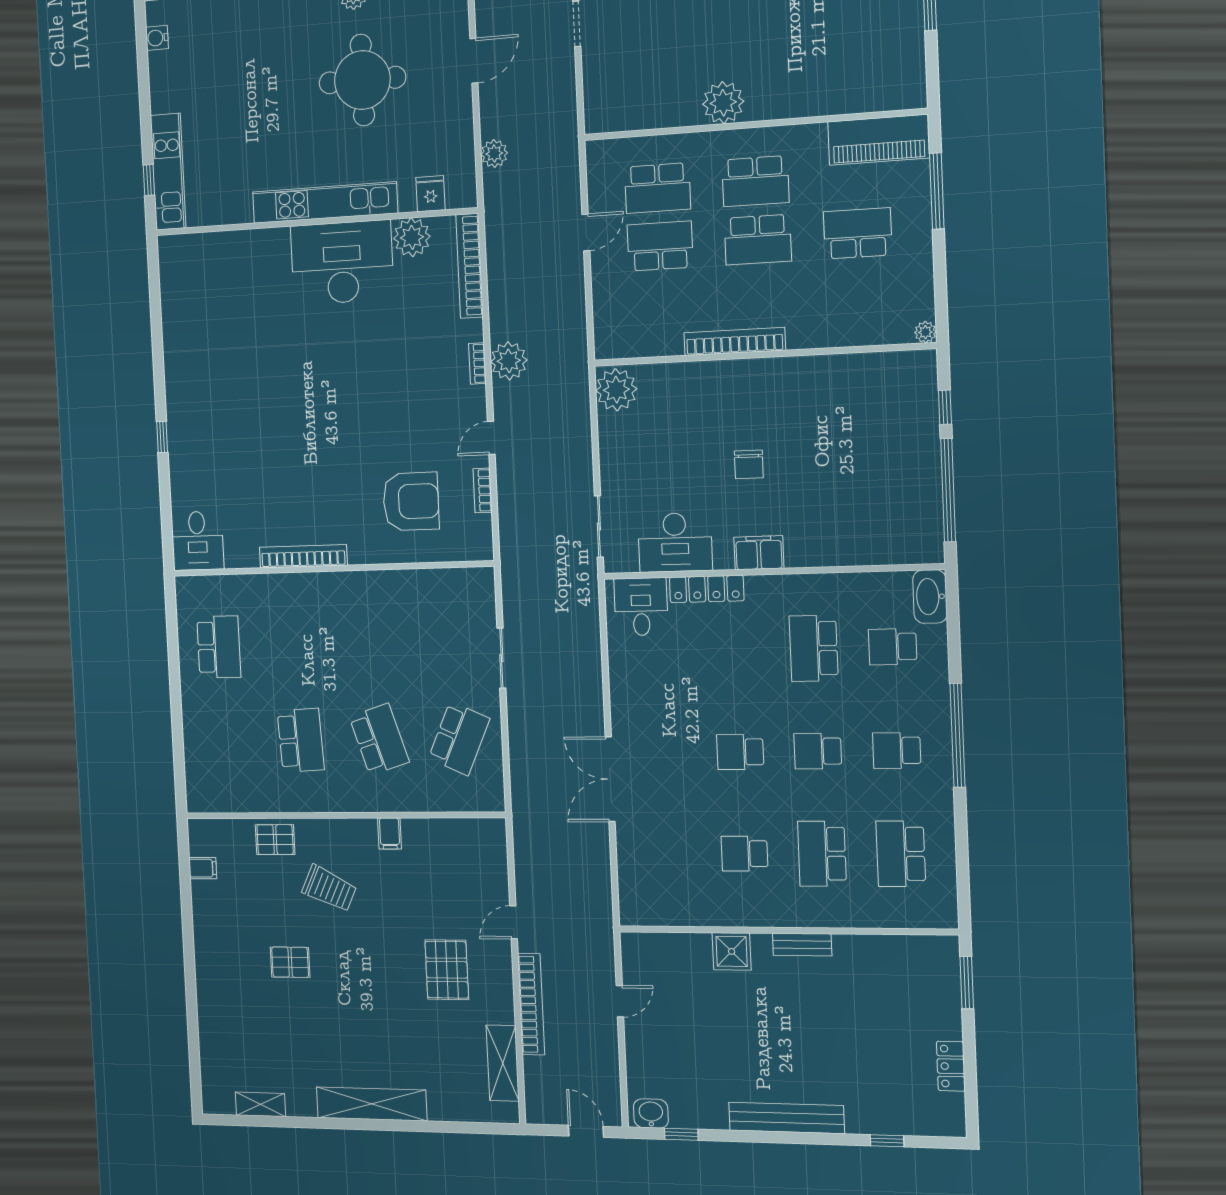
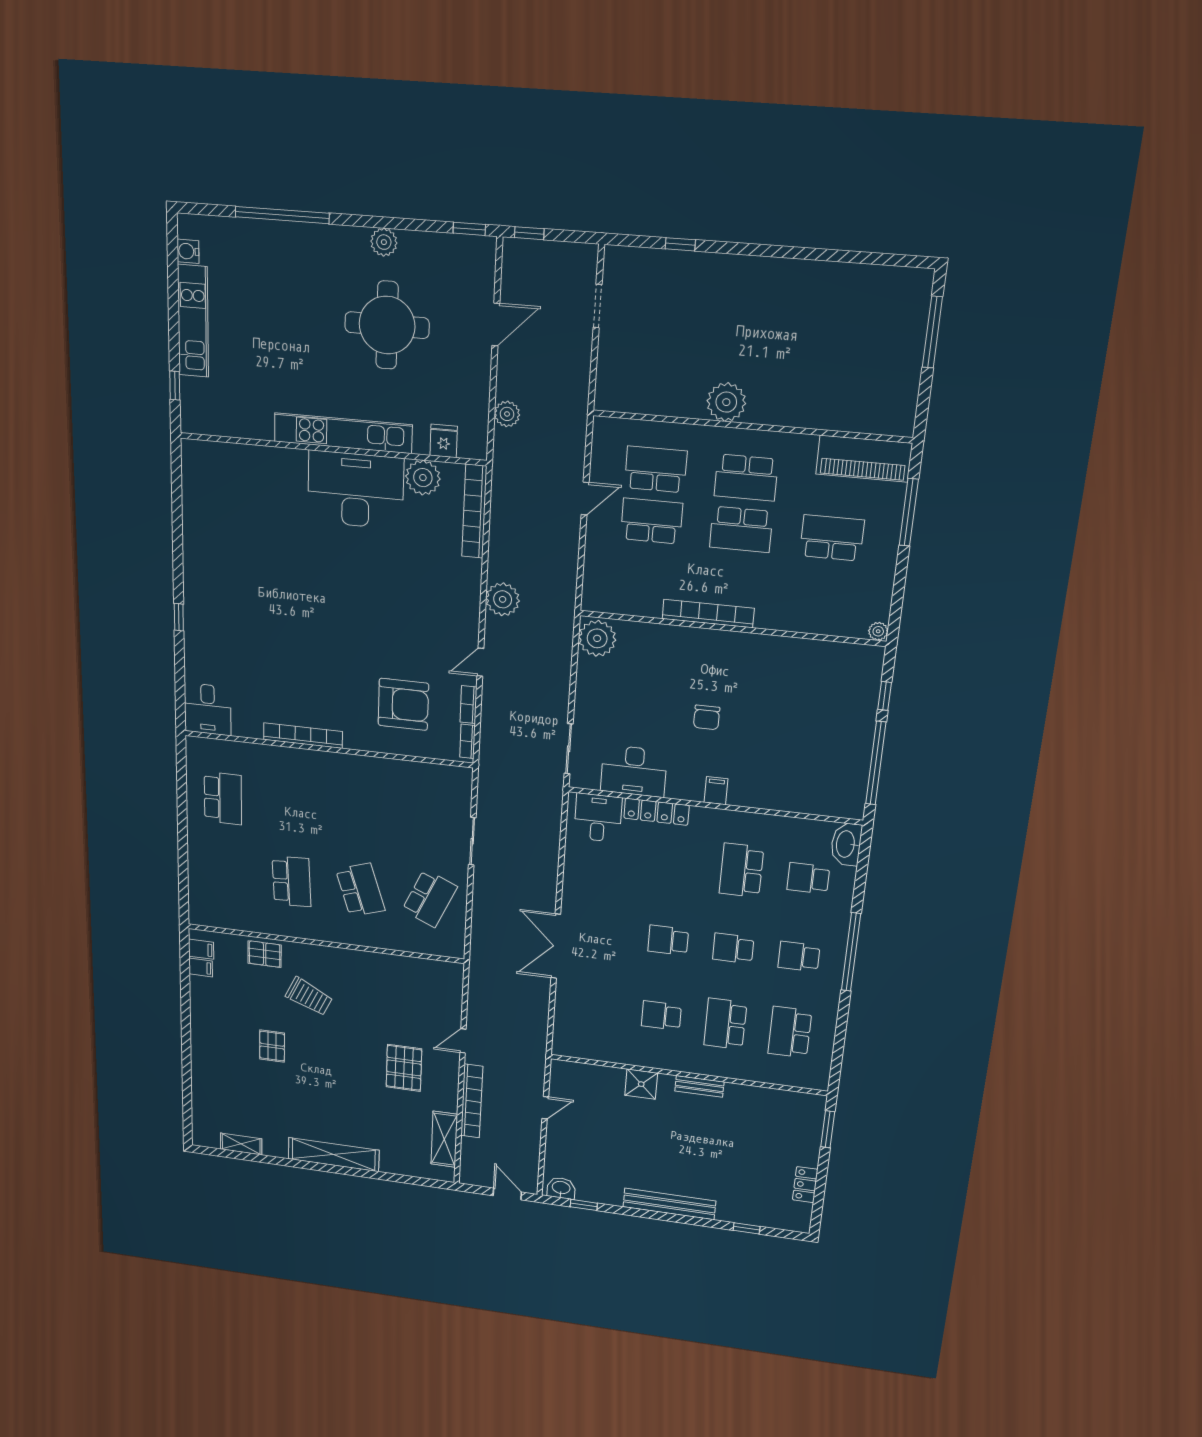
kitchen unit: (168, 172) -> (193, 321), moved
school desk: (658, 188) -> (656, 469), turned 180
bookcase: (477, 363) -> (467, 741), moved
filing cabinet: (759, 553) -> (716, 791), width x0.50
filing cabinet: (390, 833) -> (201, 949), moved, turned -90
pallet: (290, 962) -> (272, 1046), turned 90

